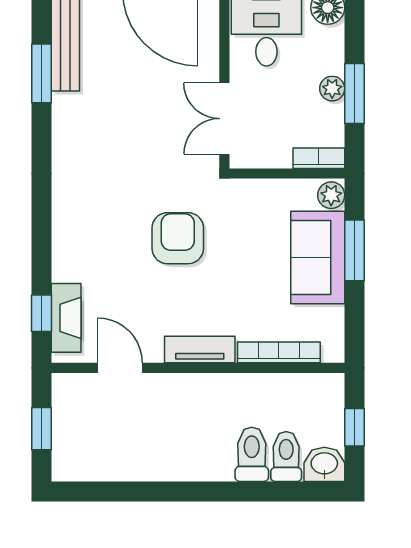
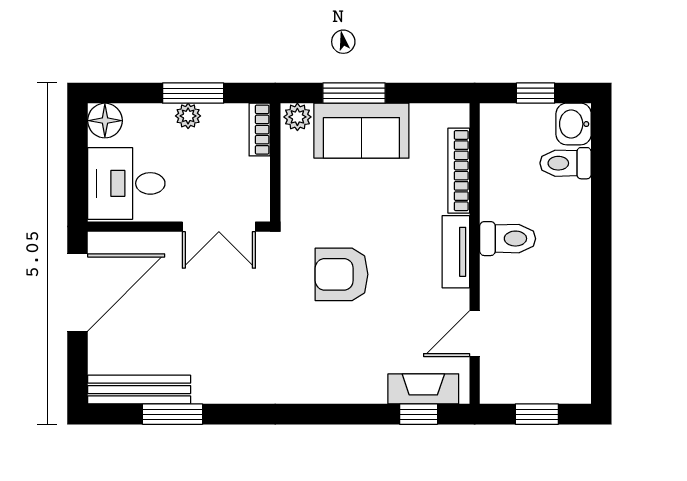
toilet: (252, 454) -> (508, 239), moved, turned 180

